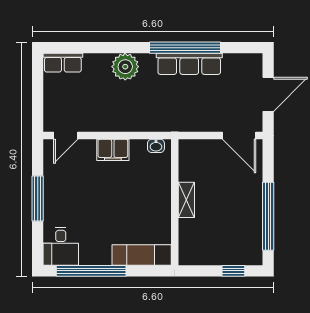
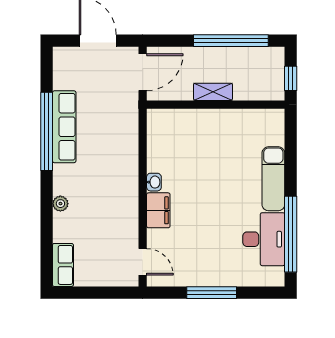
plant: (125, 67) -> (60, 204), width x0.53, depth x0.53
washbasin: (156, 146) -> (154, 182), moved
shelving: (186, 200) -> (213, 92), moved
wall: (175, 202) -> (216, 105), moved
desk: (61, 246) -> (264, 239), moved, width x1.37

